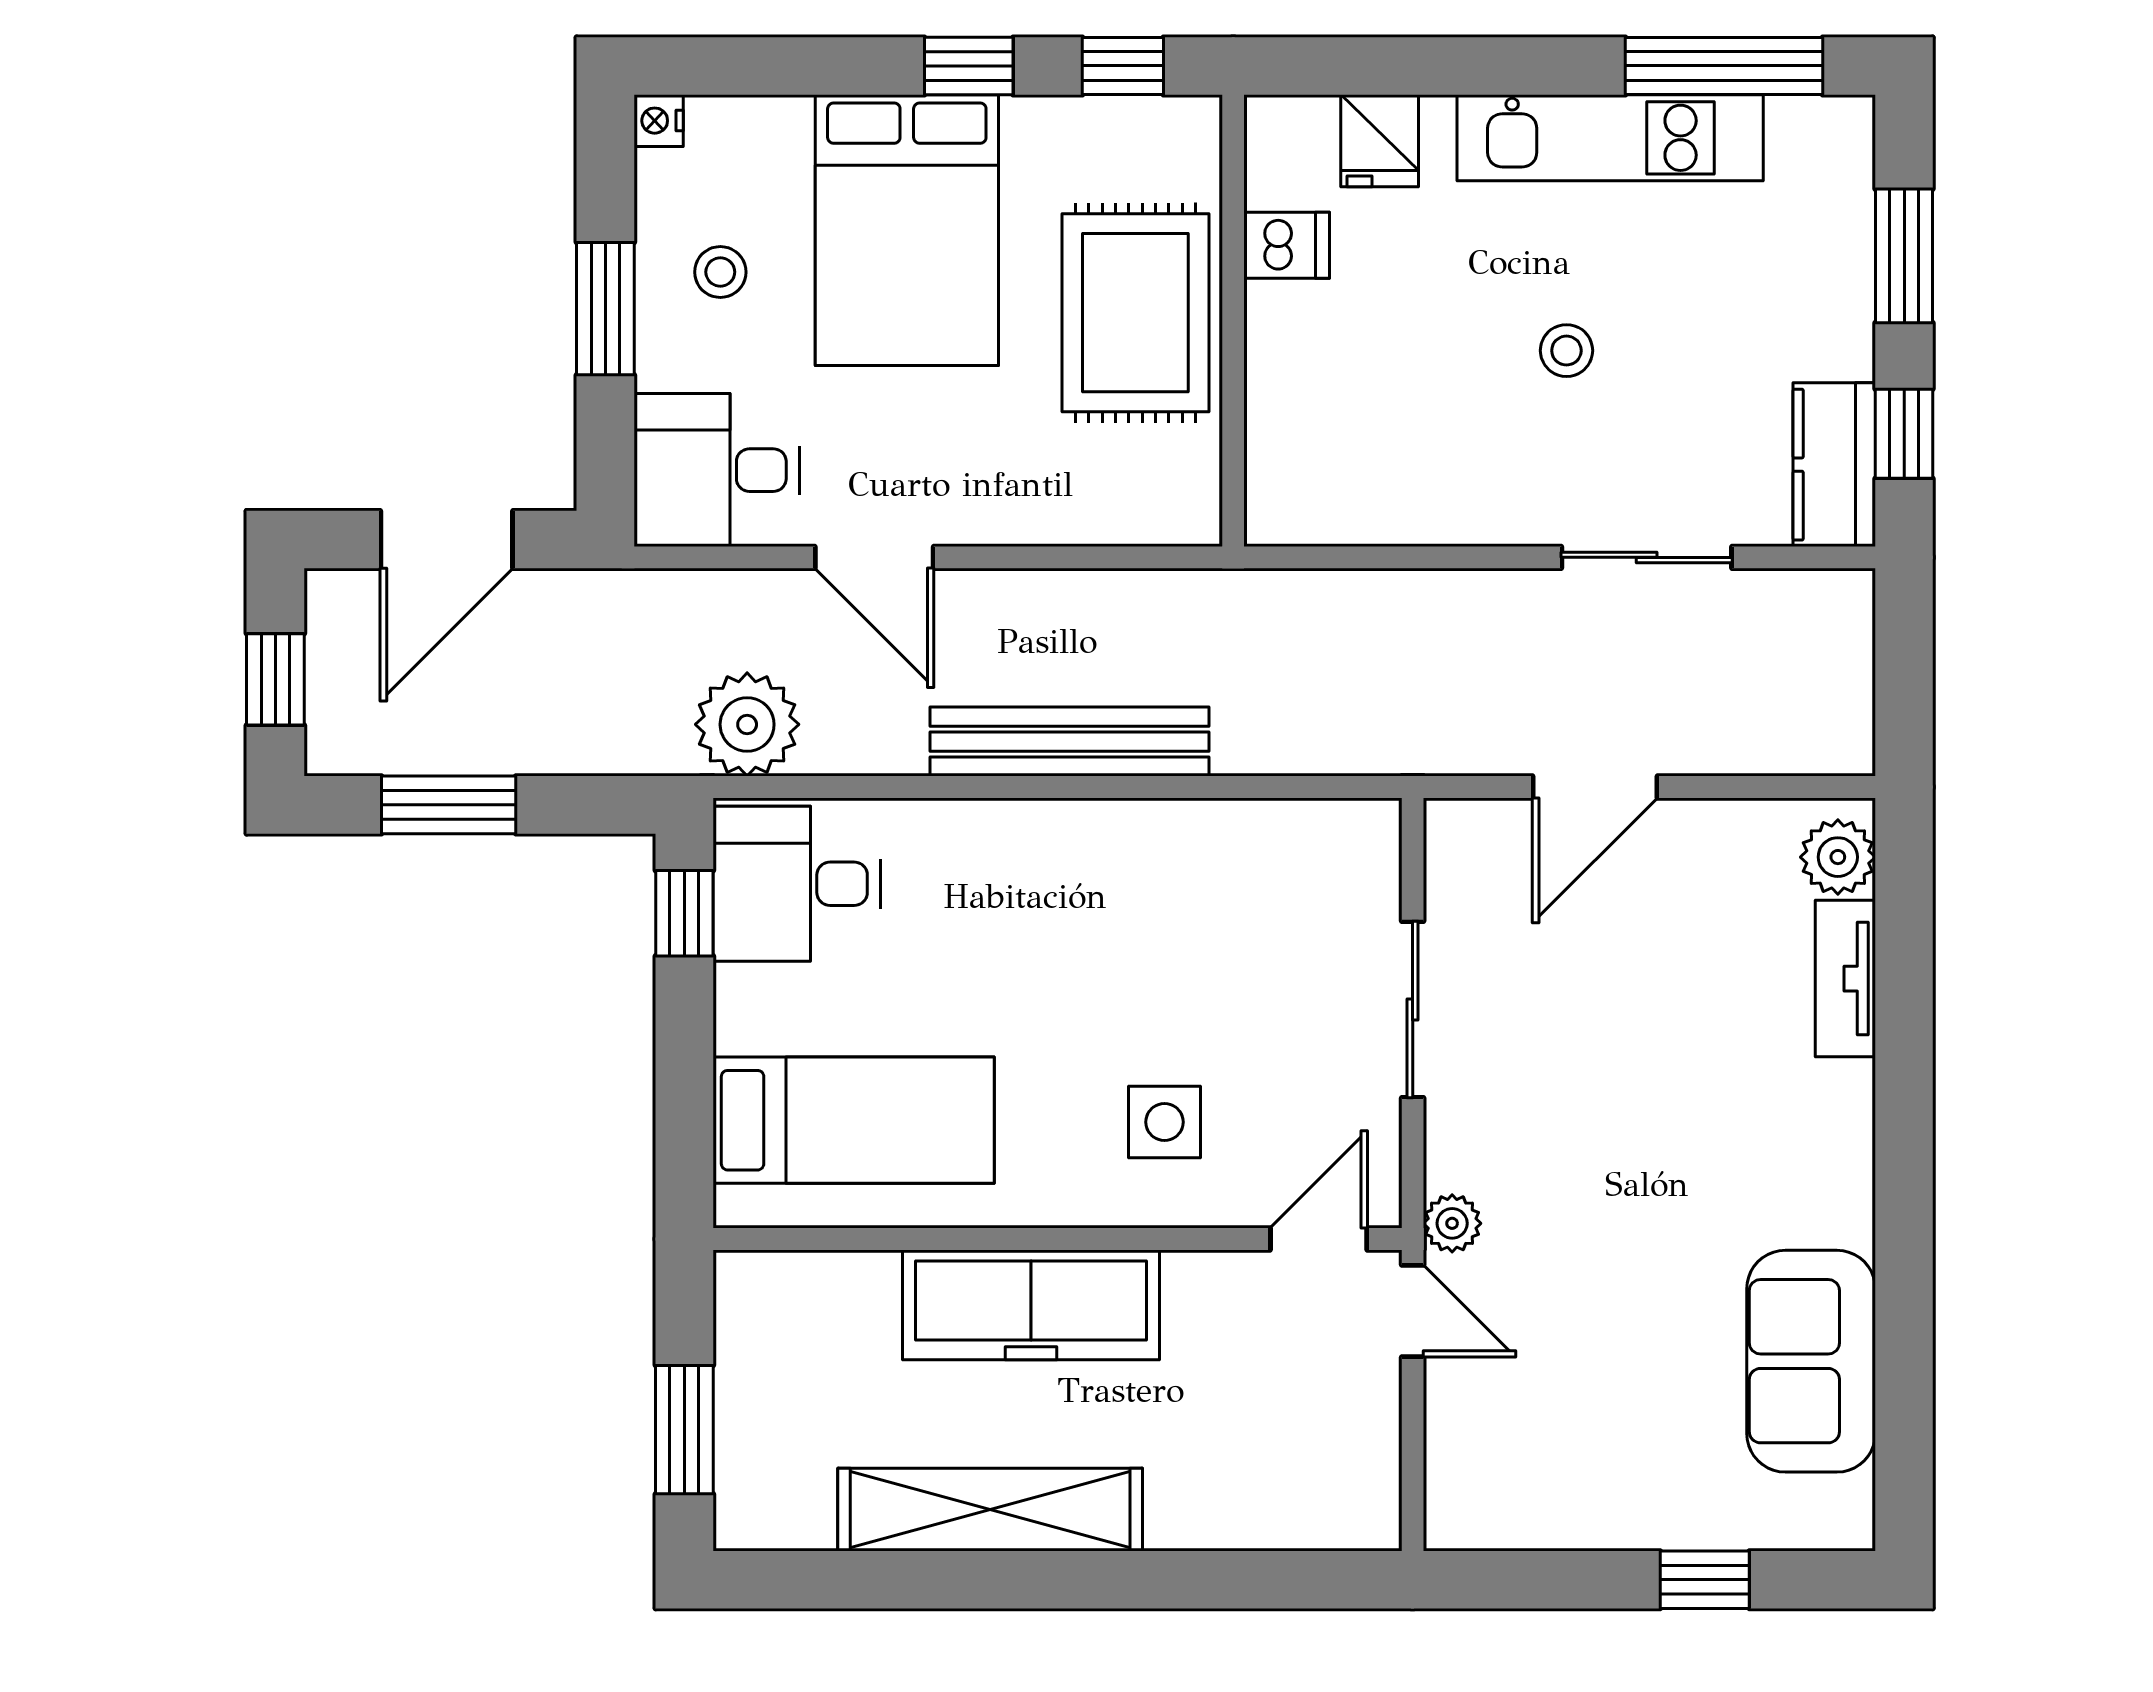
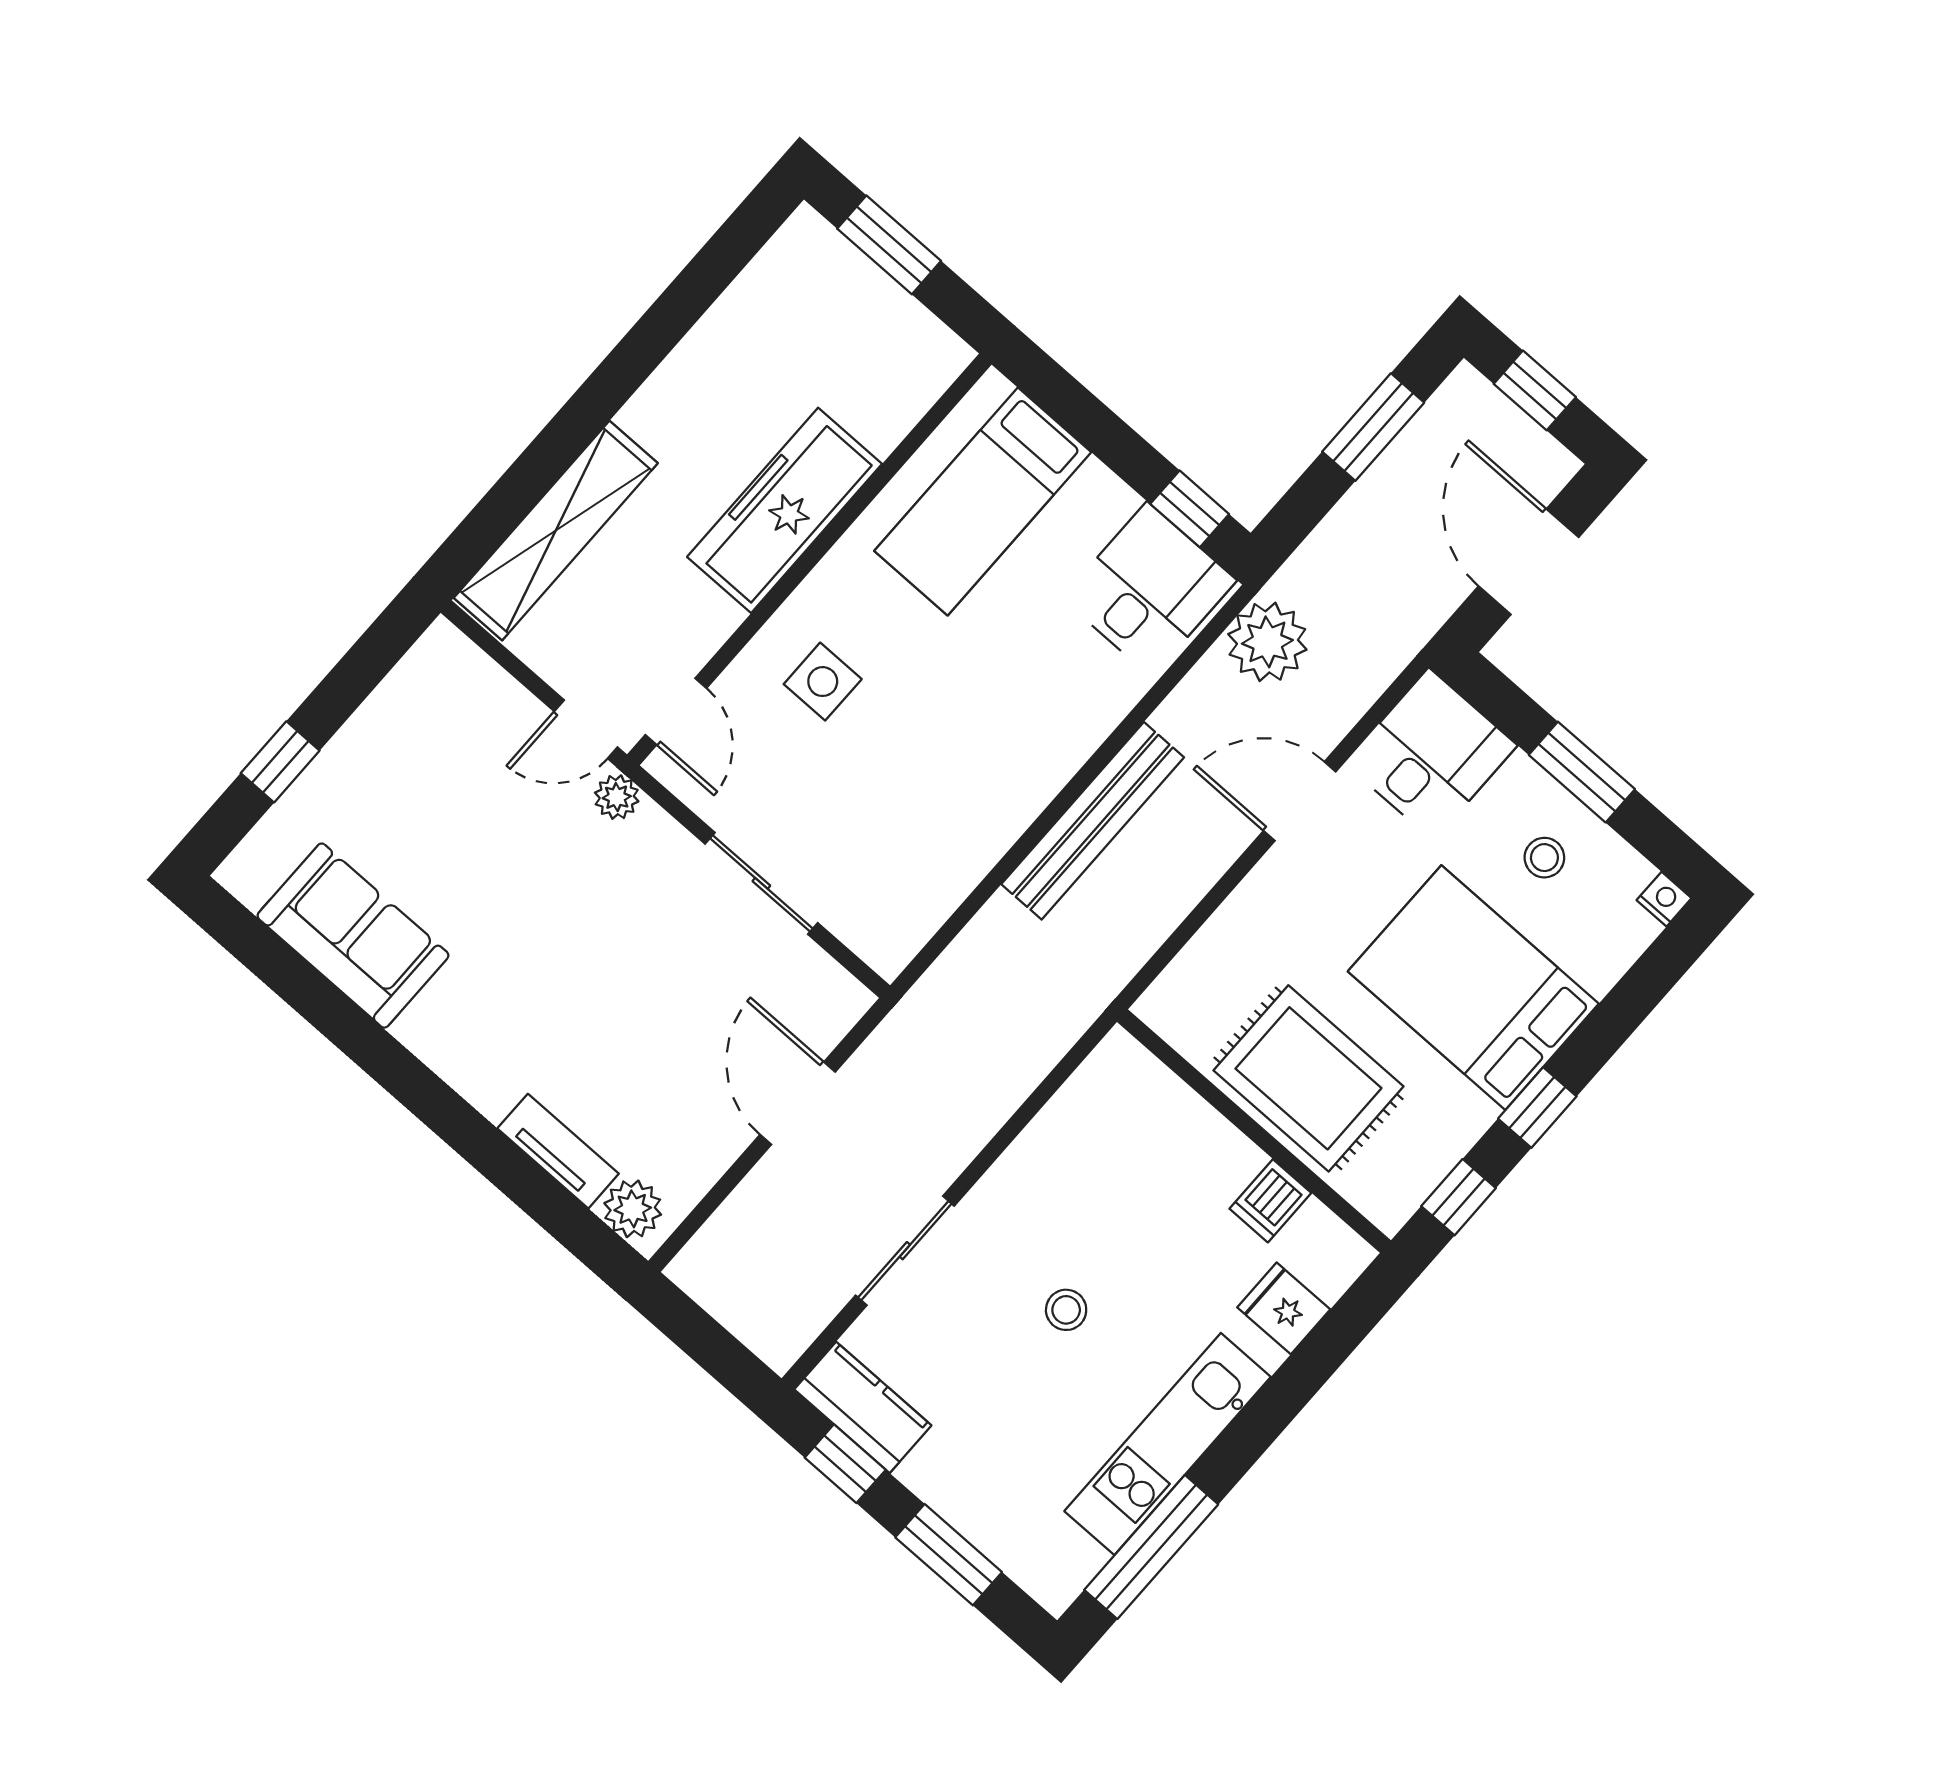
shelving: (990, 1510) -> (556, 531), moved

